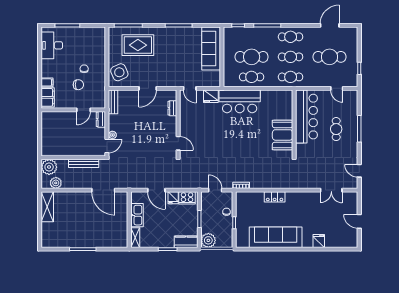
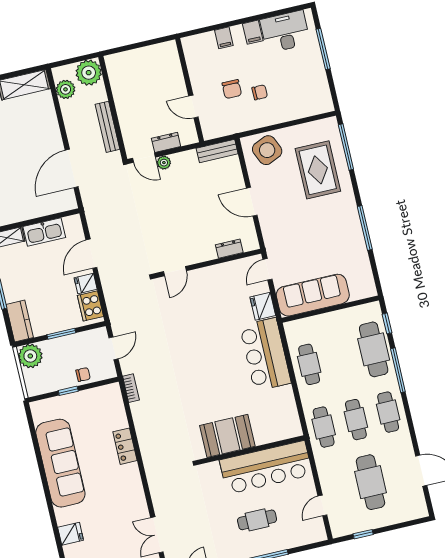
sofa: (211, 48) -> (313, 295), moved
cafe table: (252, 57) -> (374, 349), moved
filing cabinet: (48, 97) -> (253, 32), moved, width x0.50
dresser: (101, 119) -> (166, 142), moved

